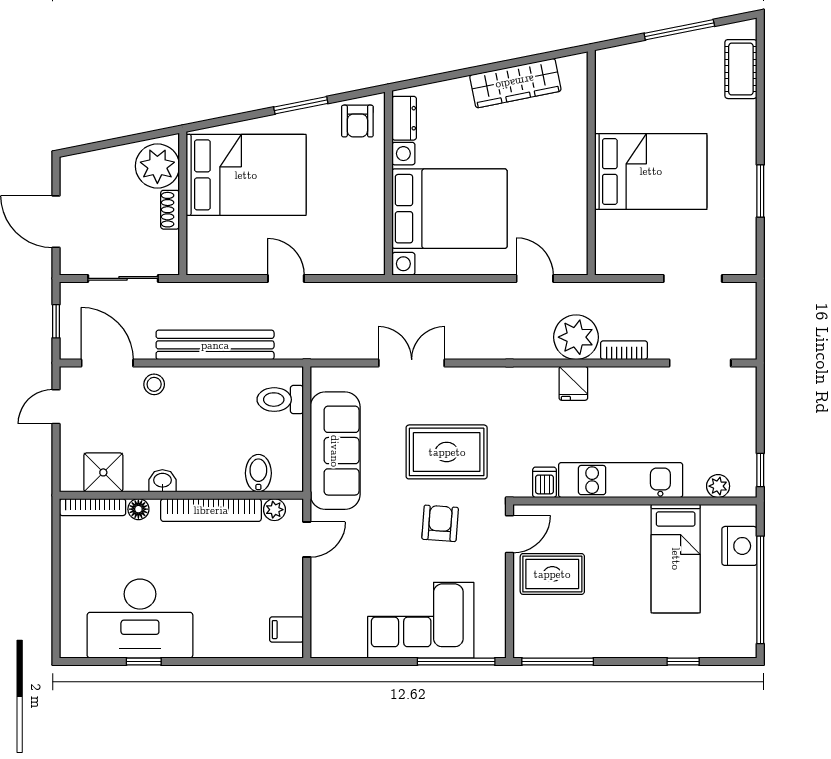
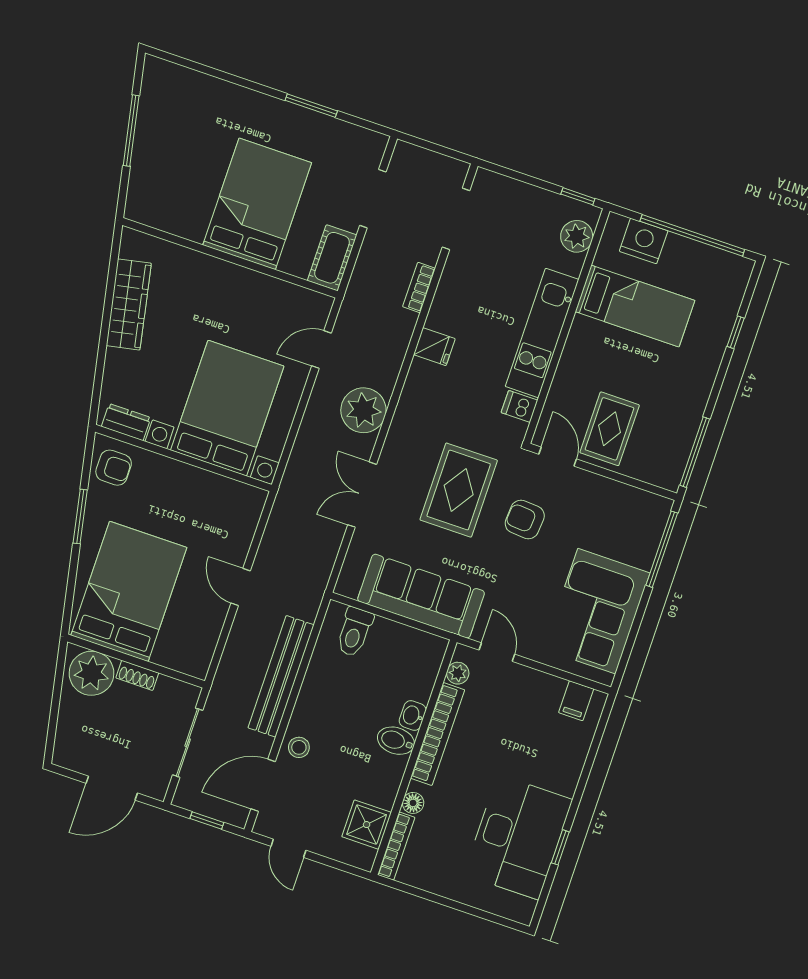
cot: (741, 69) -> (332, 258), moved, turned 90
door: (286, 278) -> (241, 587), hinge flipped
plant: (576, 337) -> (363, 410), moved
bidet: (258, 473) -> (396, 741), moved
washbasin: (162, 481) -> (413, 716), moved
plant: (718, 486) -> (577, 236), width x1.38, depth x1.38
corner sofa: (421, 620) -> (597, 611), moved

